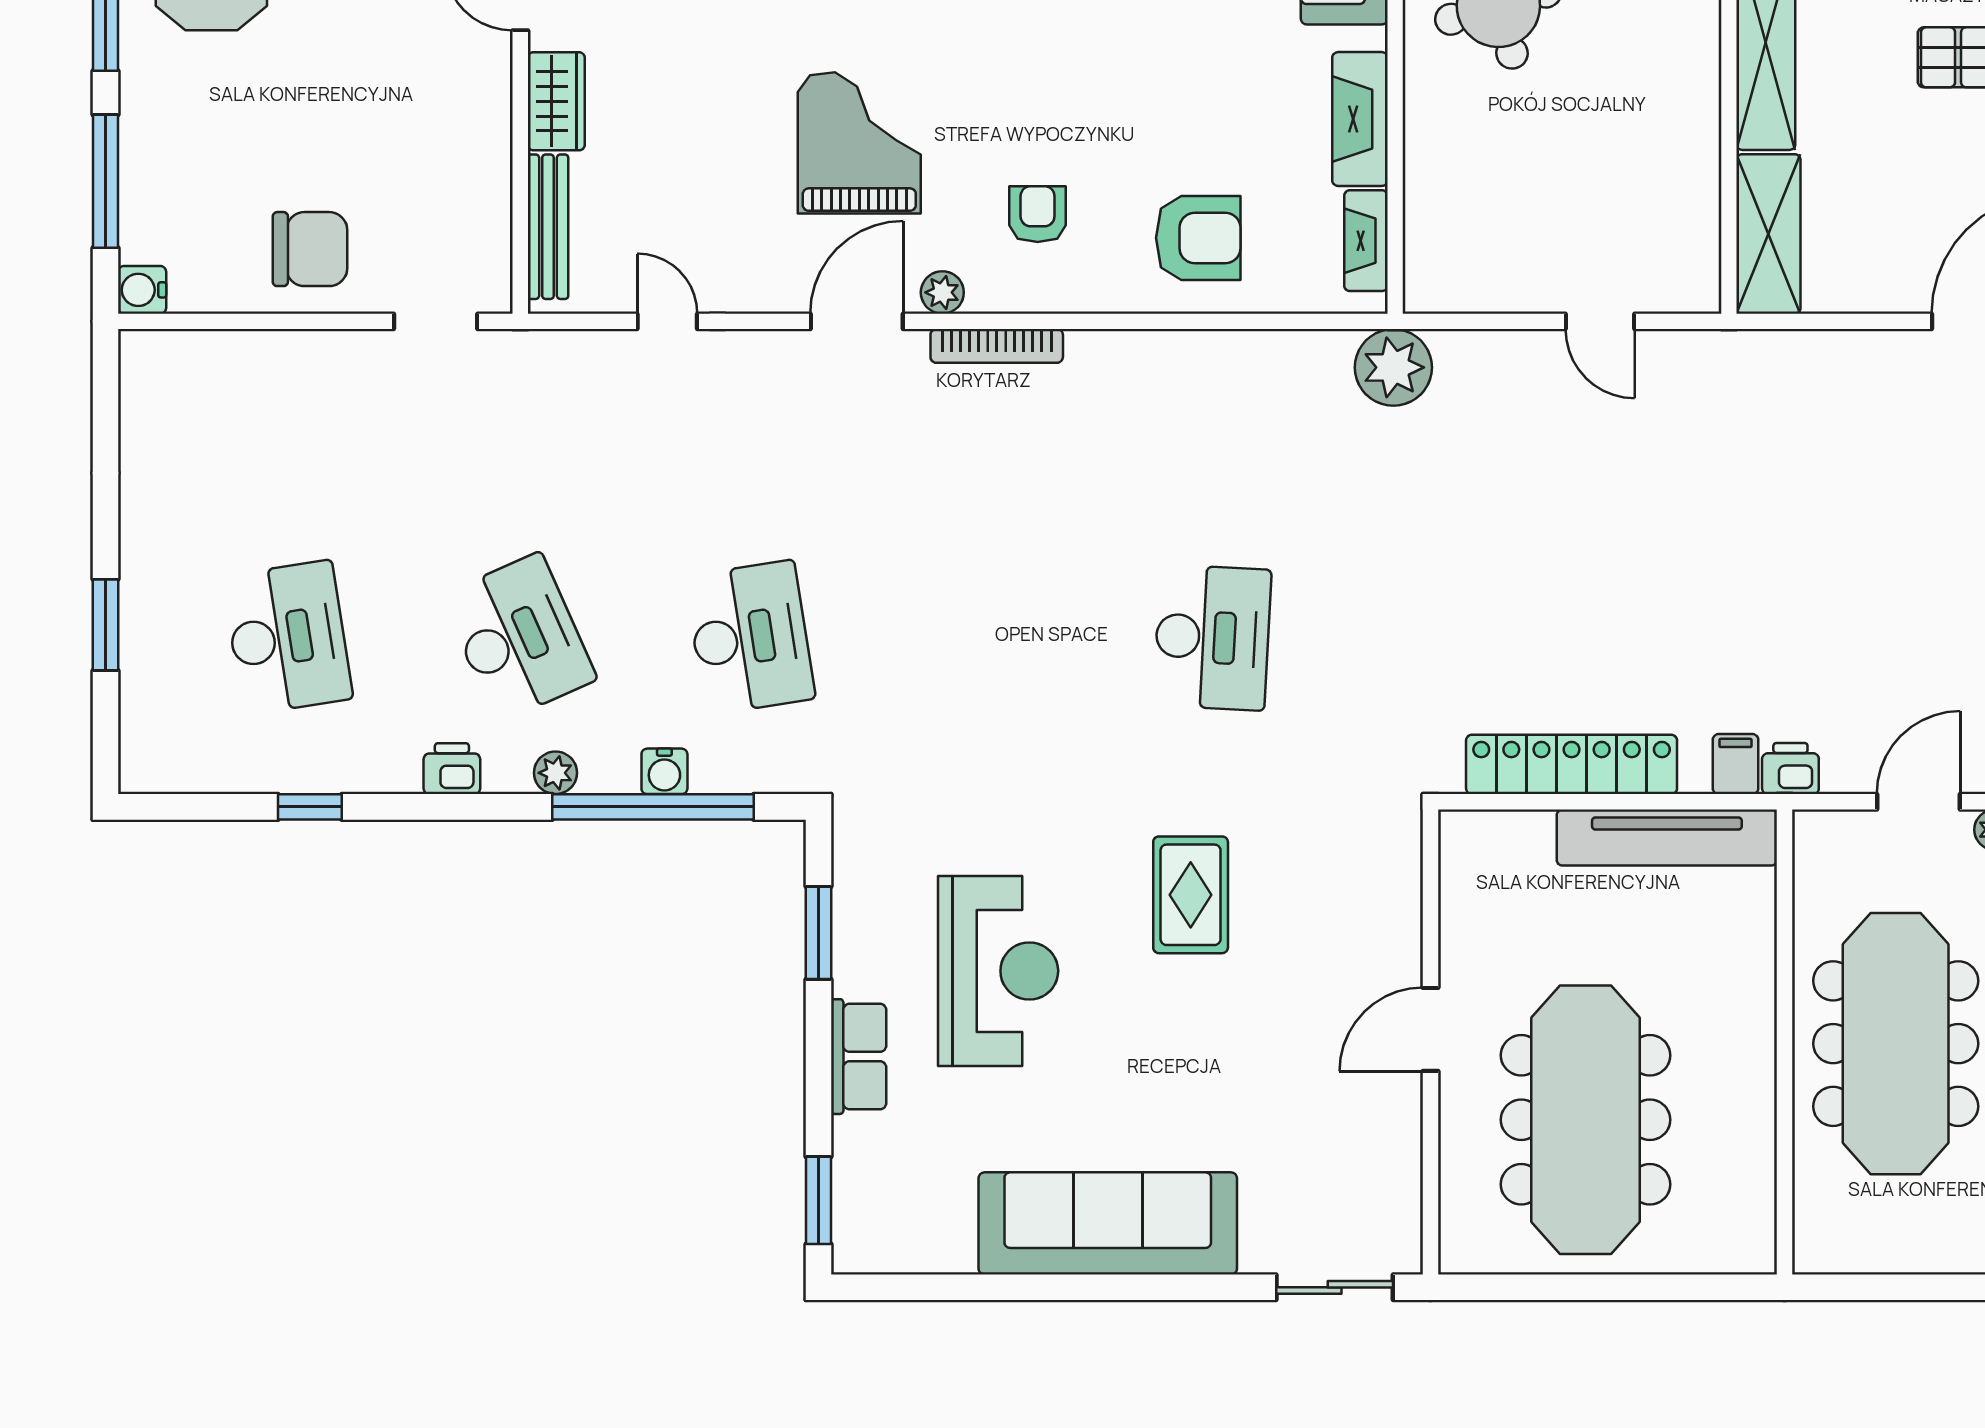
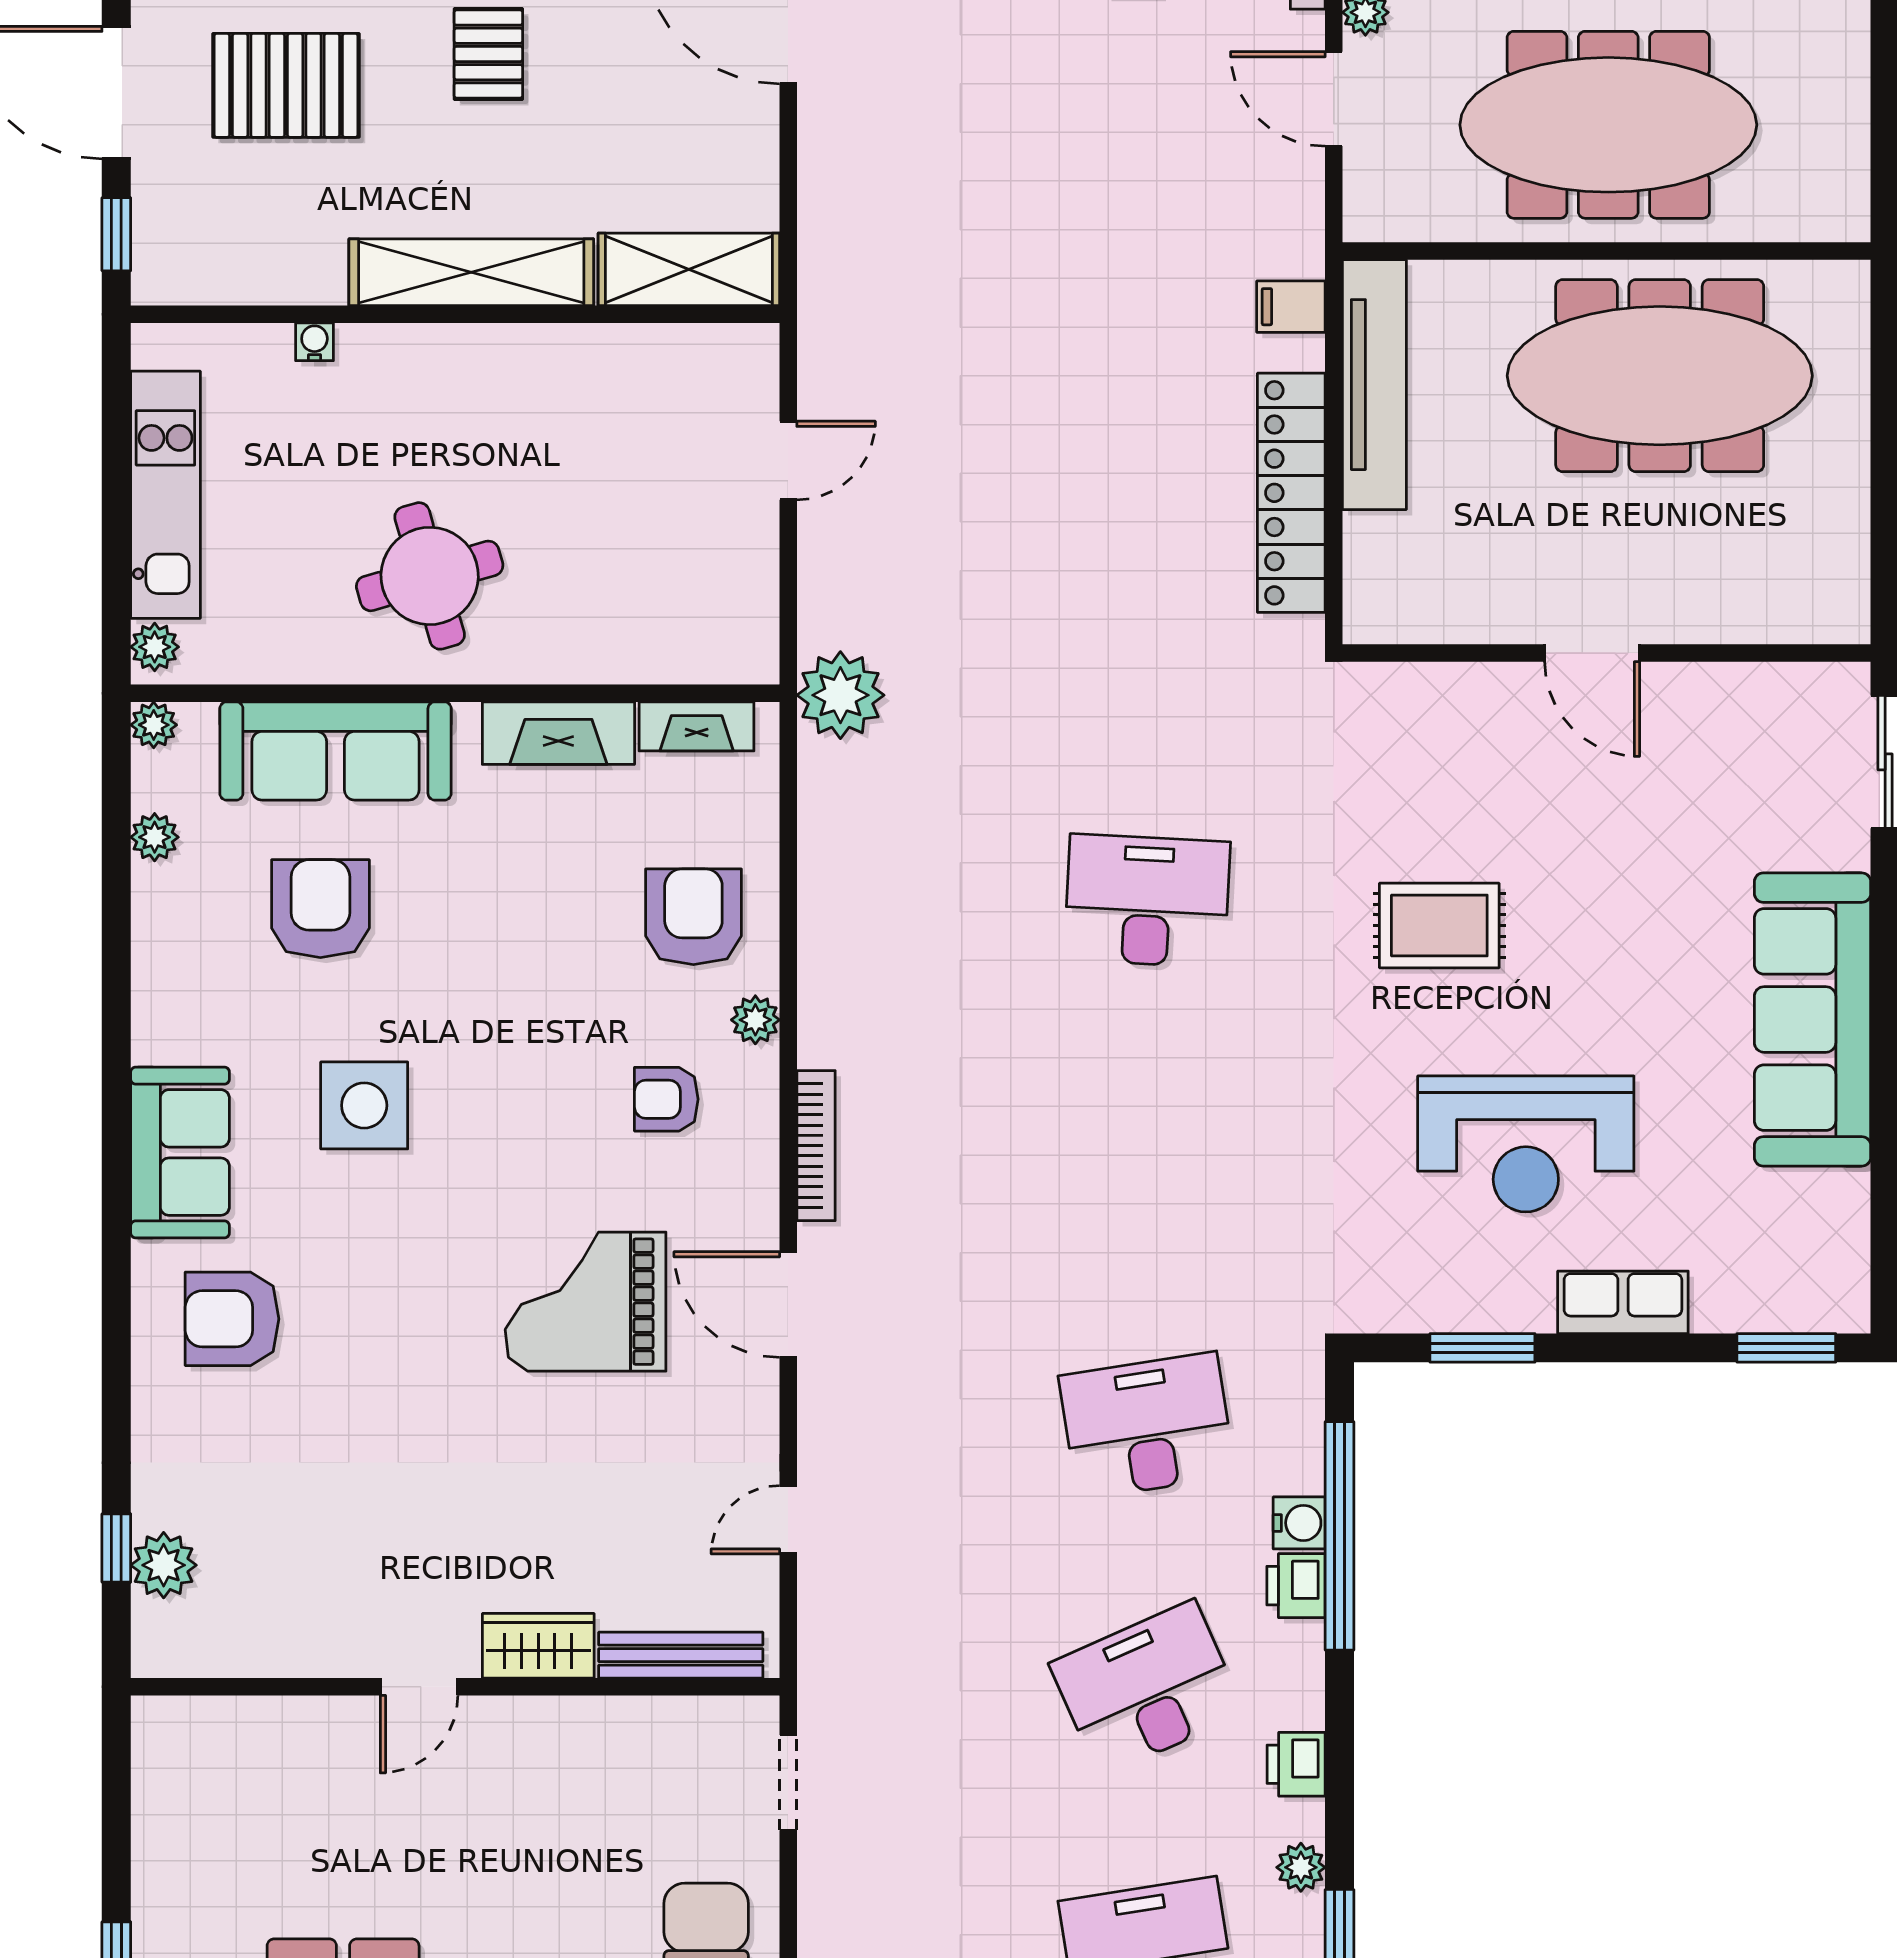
plant: (942, 292) -> (755, 1020), moved
printer: (1790, 769) -> (1296, 1586), moved
plant: (555, 773) -> (1301, 1867), moved
reception desk: (998, 971) -> (1526, 1144), turned 180
meeting table: (1586, 1120) -> (1660, 376), moved

